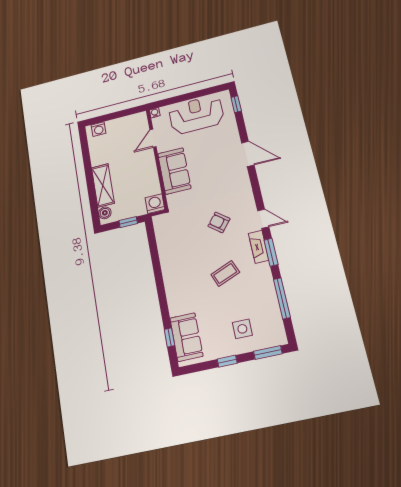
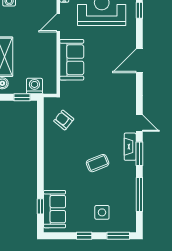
door: (248, 154) -> (139, 61), swing flipped
washing machine: (155, 204) -> (34, 86), moved
armchair: (219, 222) -> (64, 120), moved

